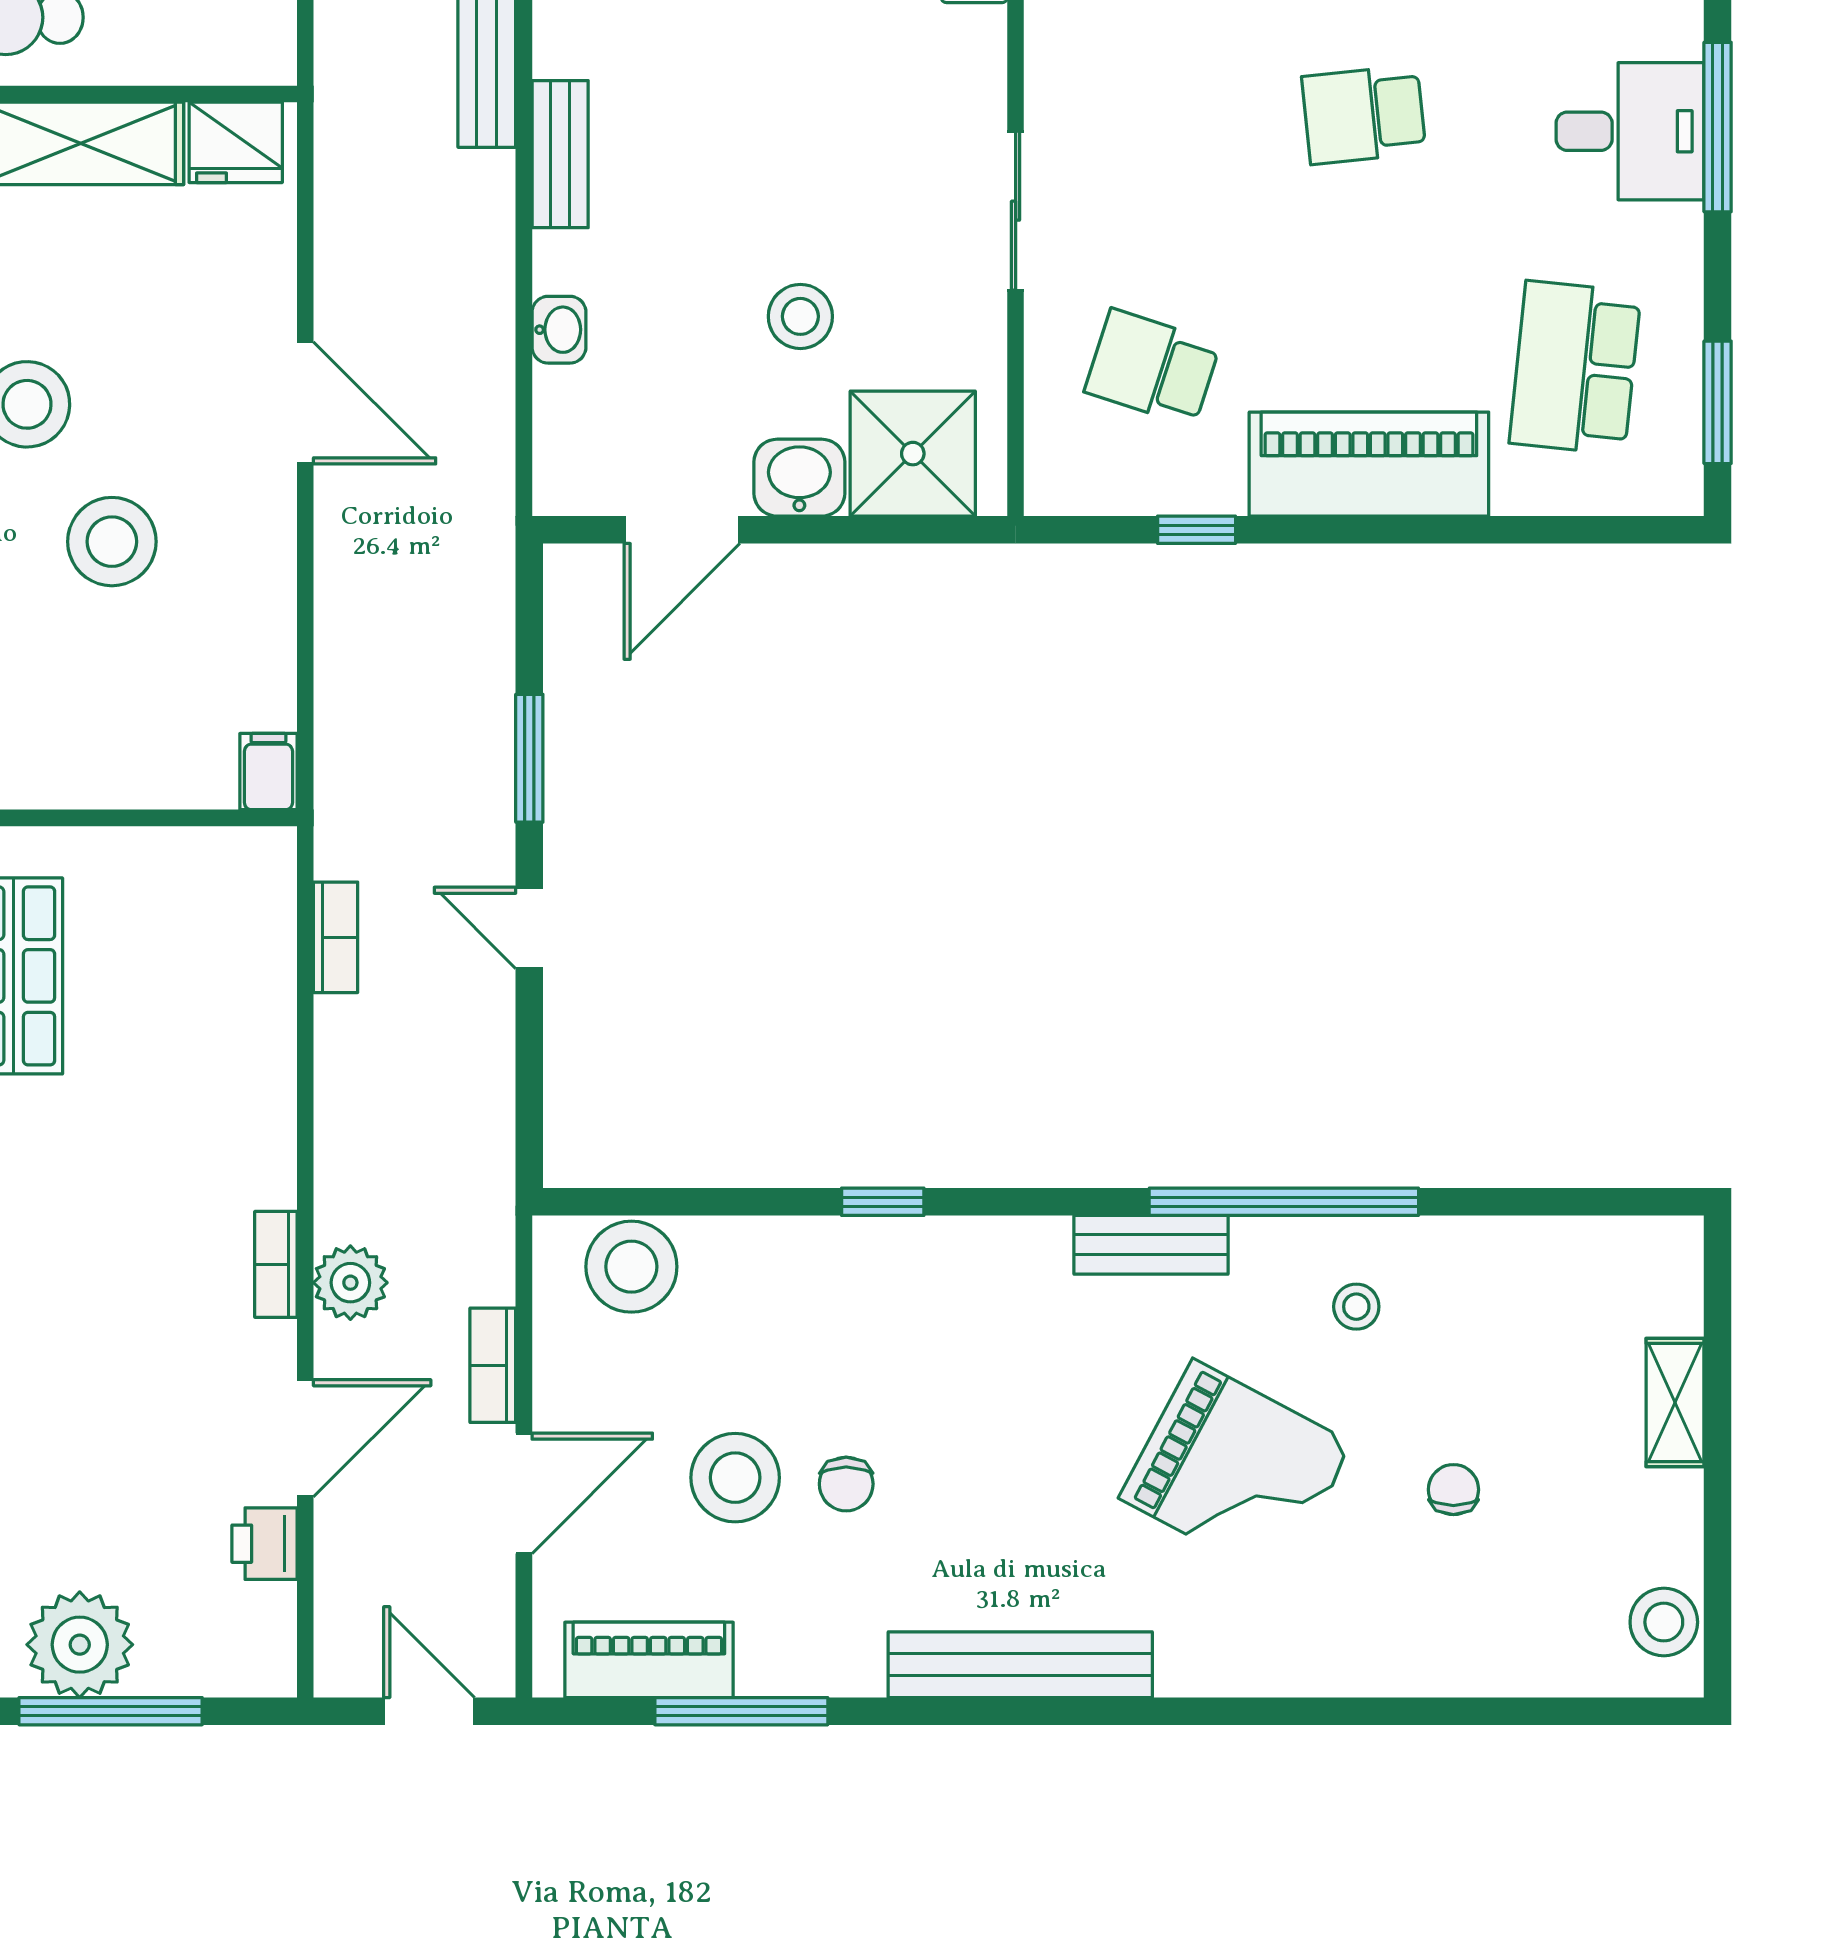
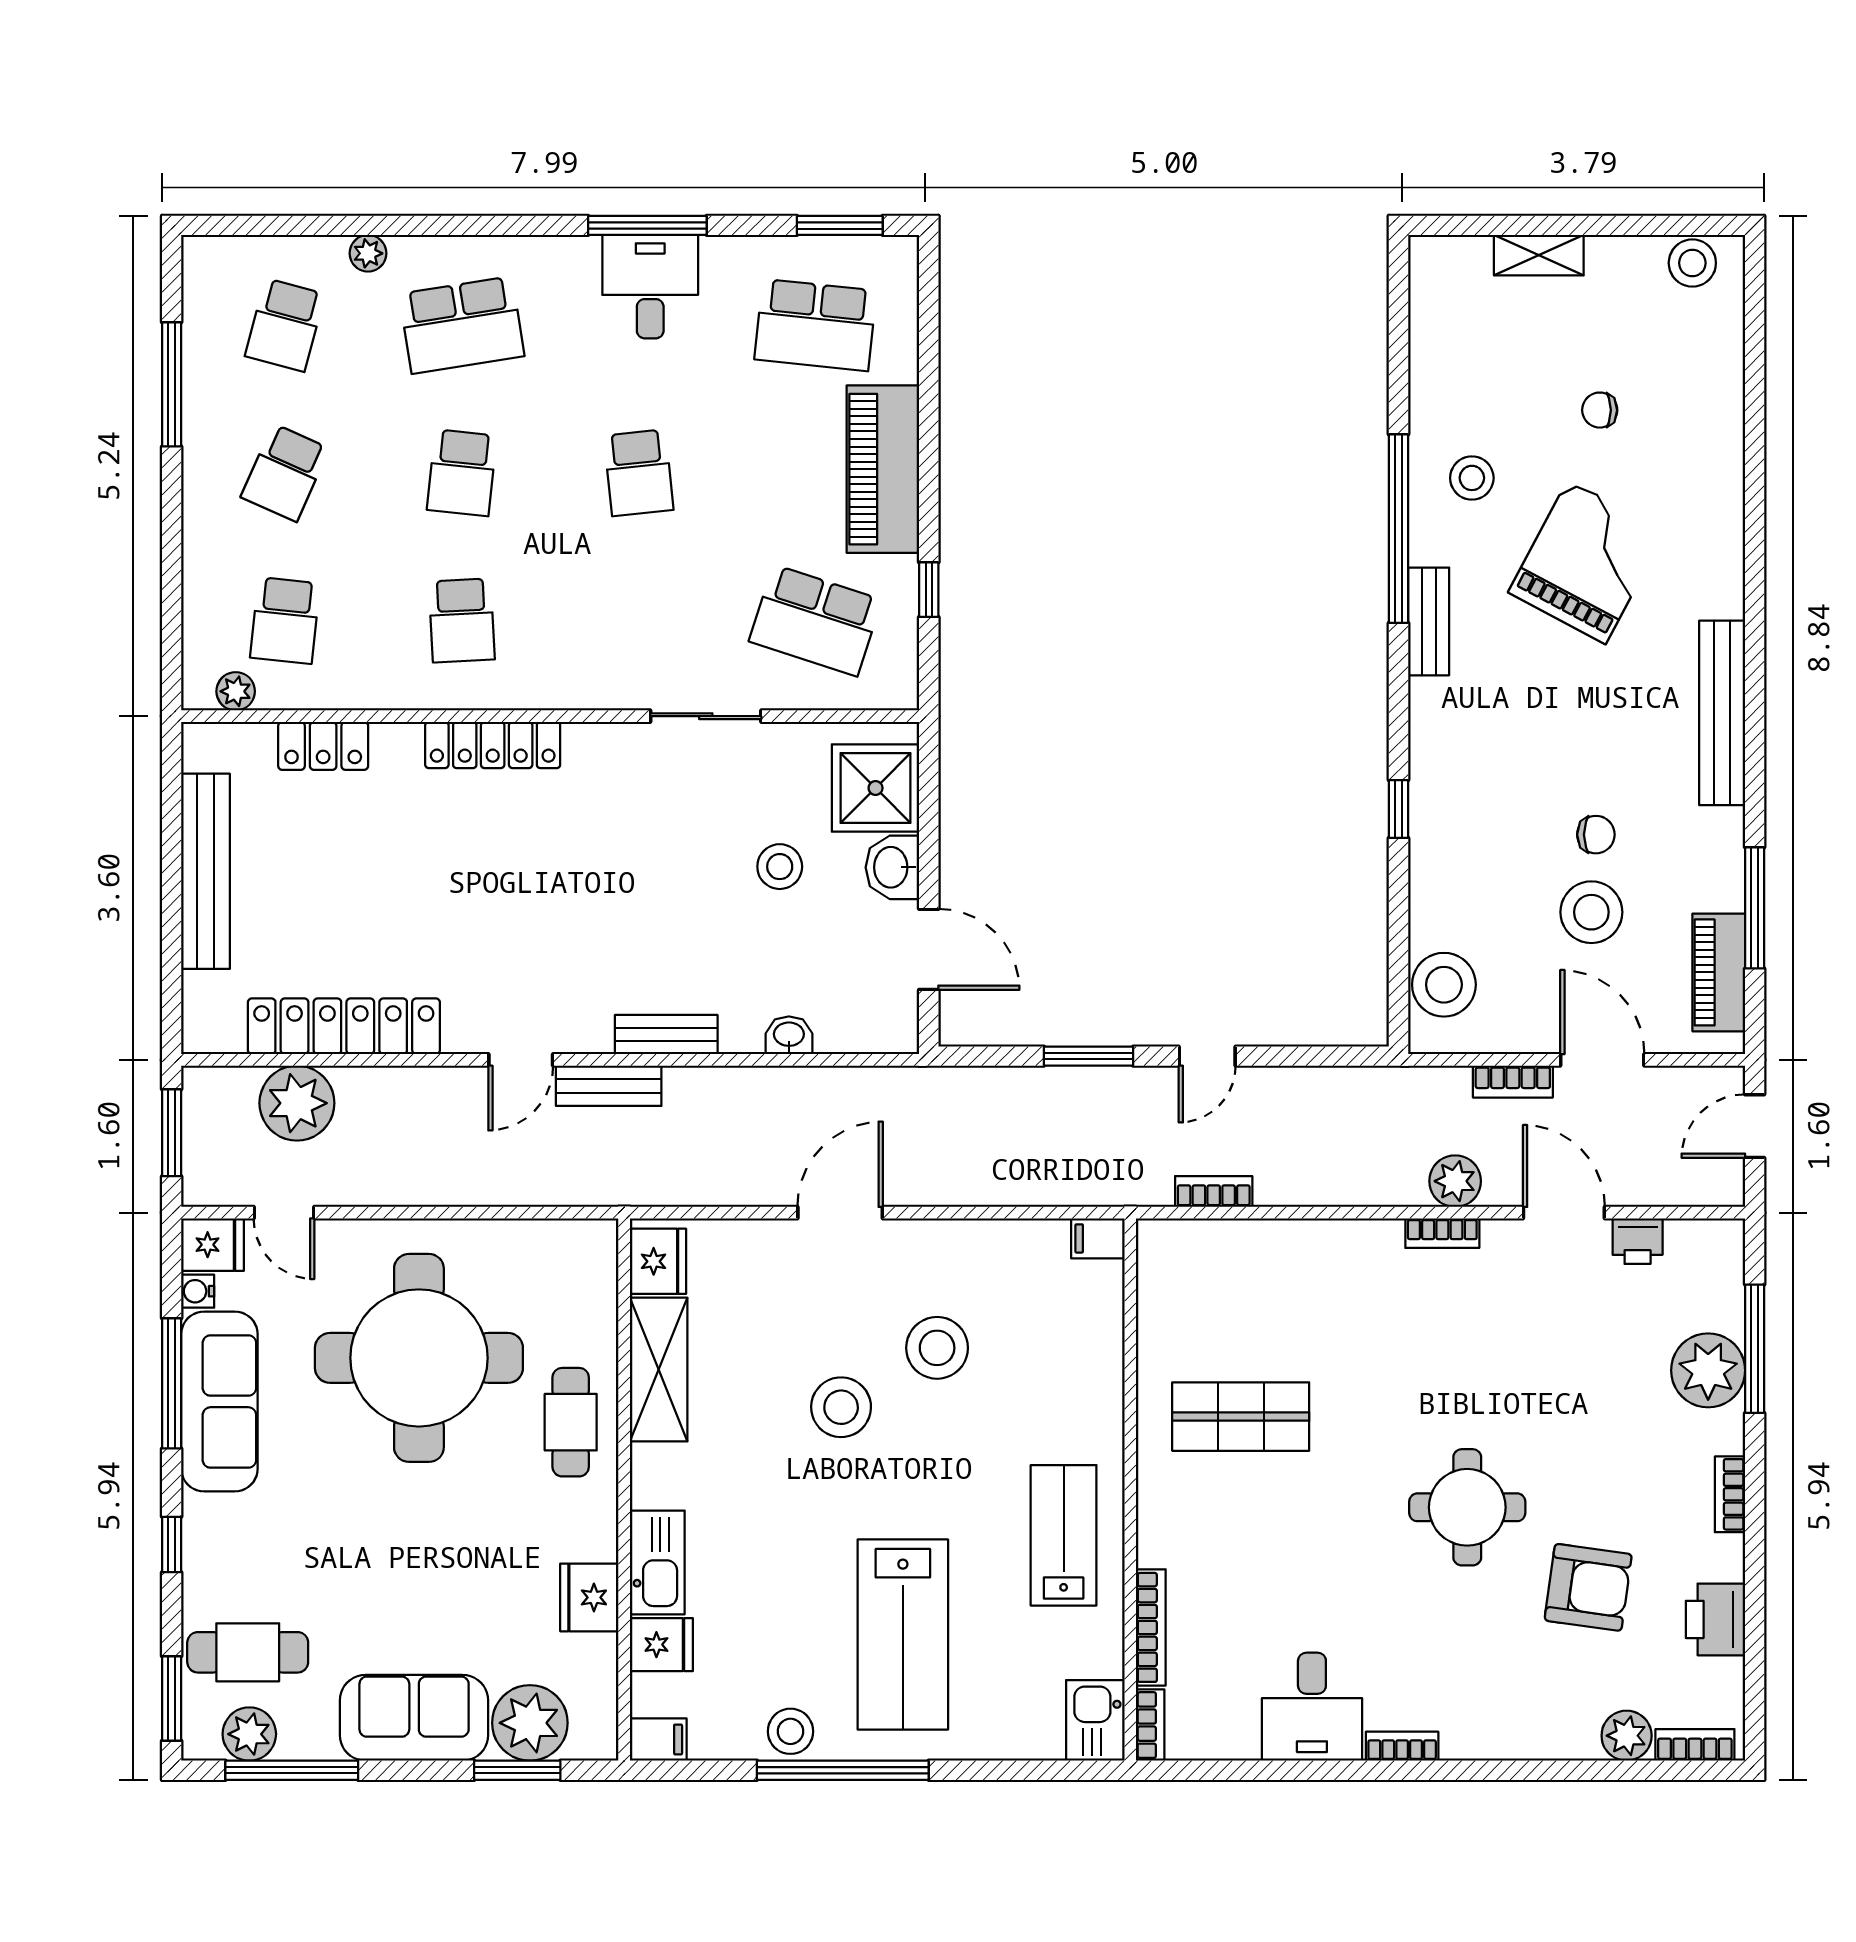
school desk: (1152, 368) -> (815, 620), width x1.85
stool: (1356, 1307) -> (1472, 478), width x1.37, depth x1.37

